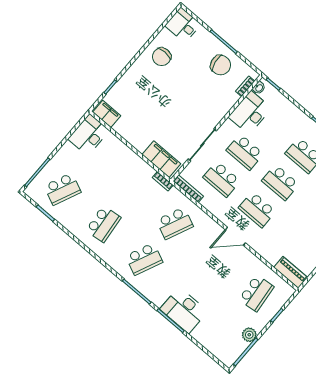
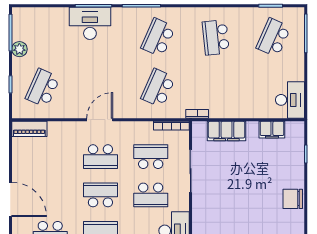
chair: (162, 57) -> (293, 199), moved, turned -90
filing cabinet: (107, 114) -> (272, 130), moved
school desk: (245, 152) -> (151, 195), turned 180
filing cabinet: (161, 159) -> (227, 131), moved
school desk: (257, 210) -> (100, 157), turned 180
school desk: (256, 293) -> (43, 88), turned 30

